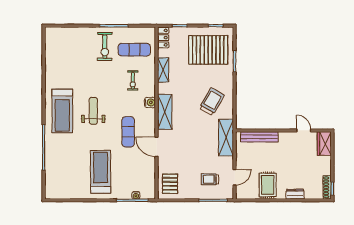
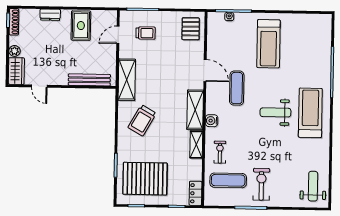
weight bench: (59, 46) -> (313, 186), added
shelving: (163, 70) -> (196, 145), moved
exercise bike: (133, 81) -> (220, 152), moved
weight bench: (93, 111) -> (275, 112), turned 90
plant: (326, 161) -> (15, 51), added

